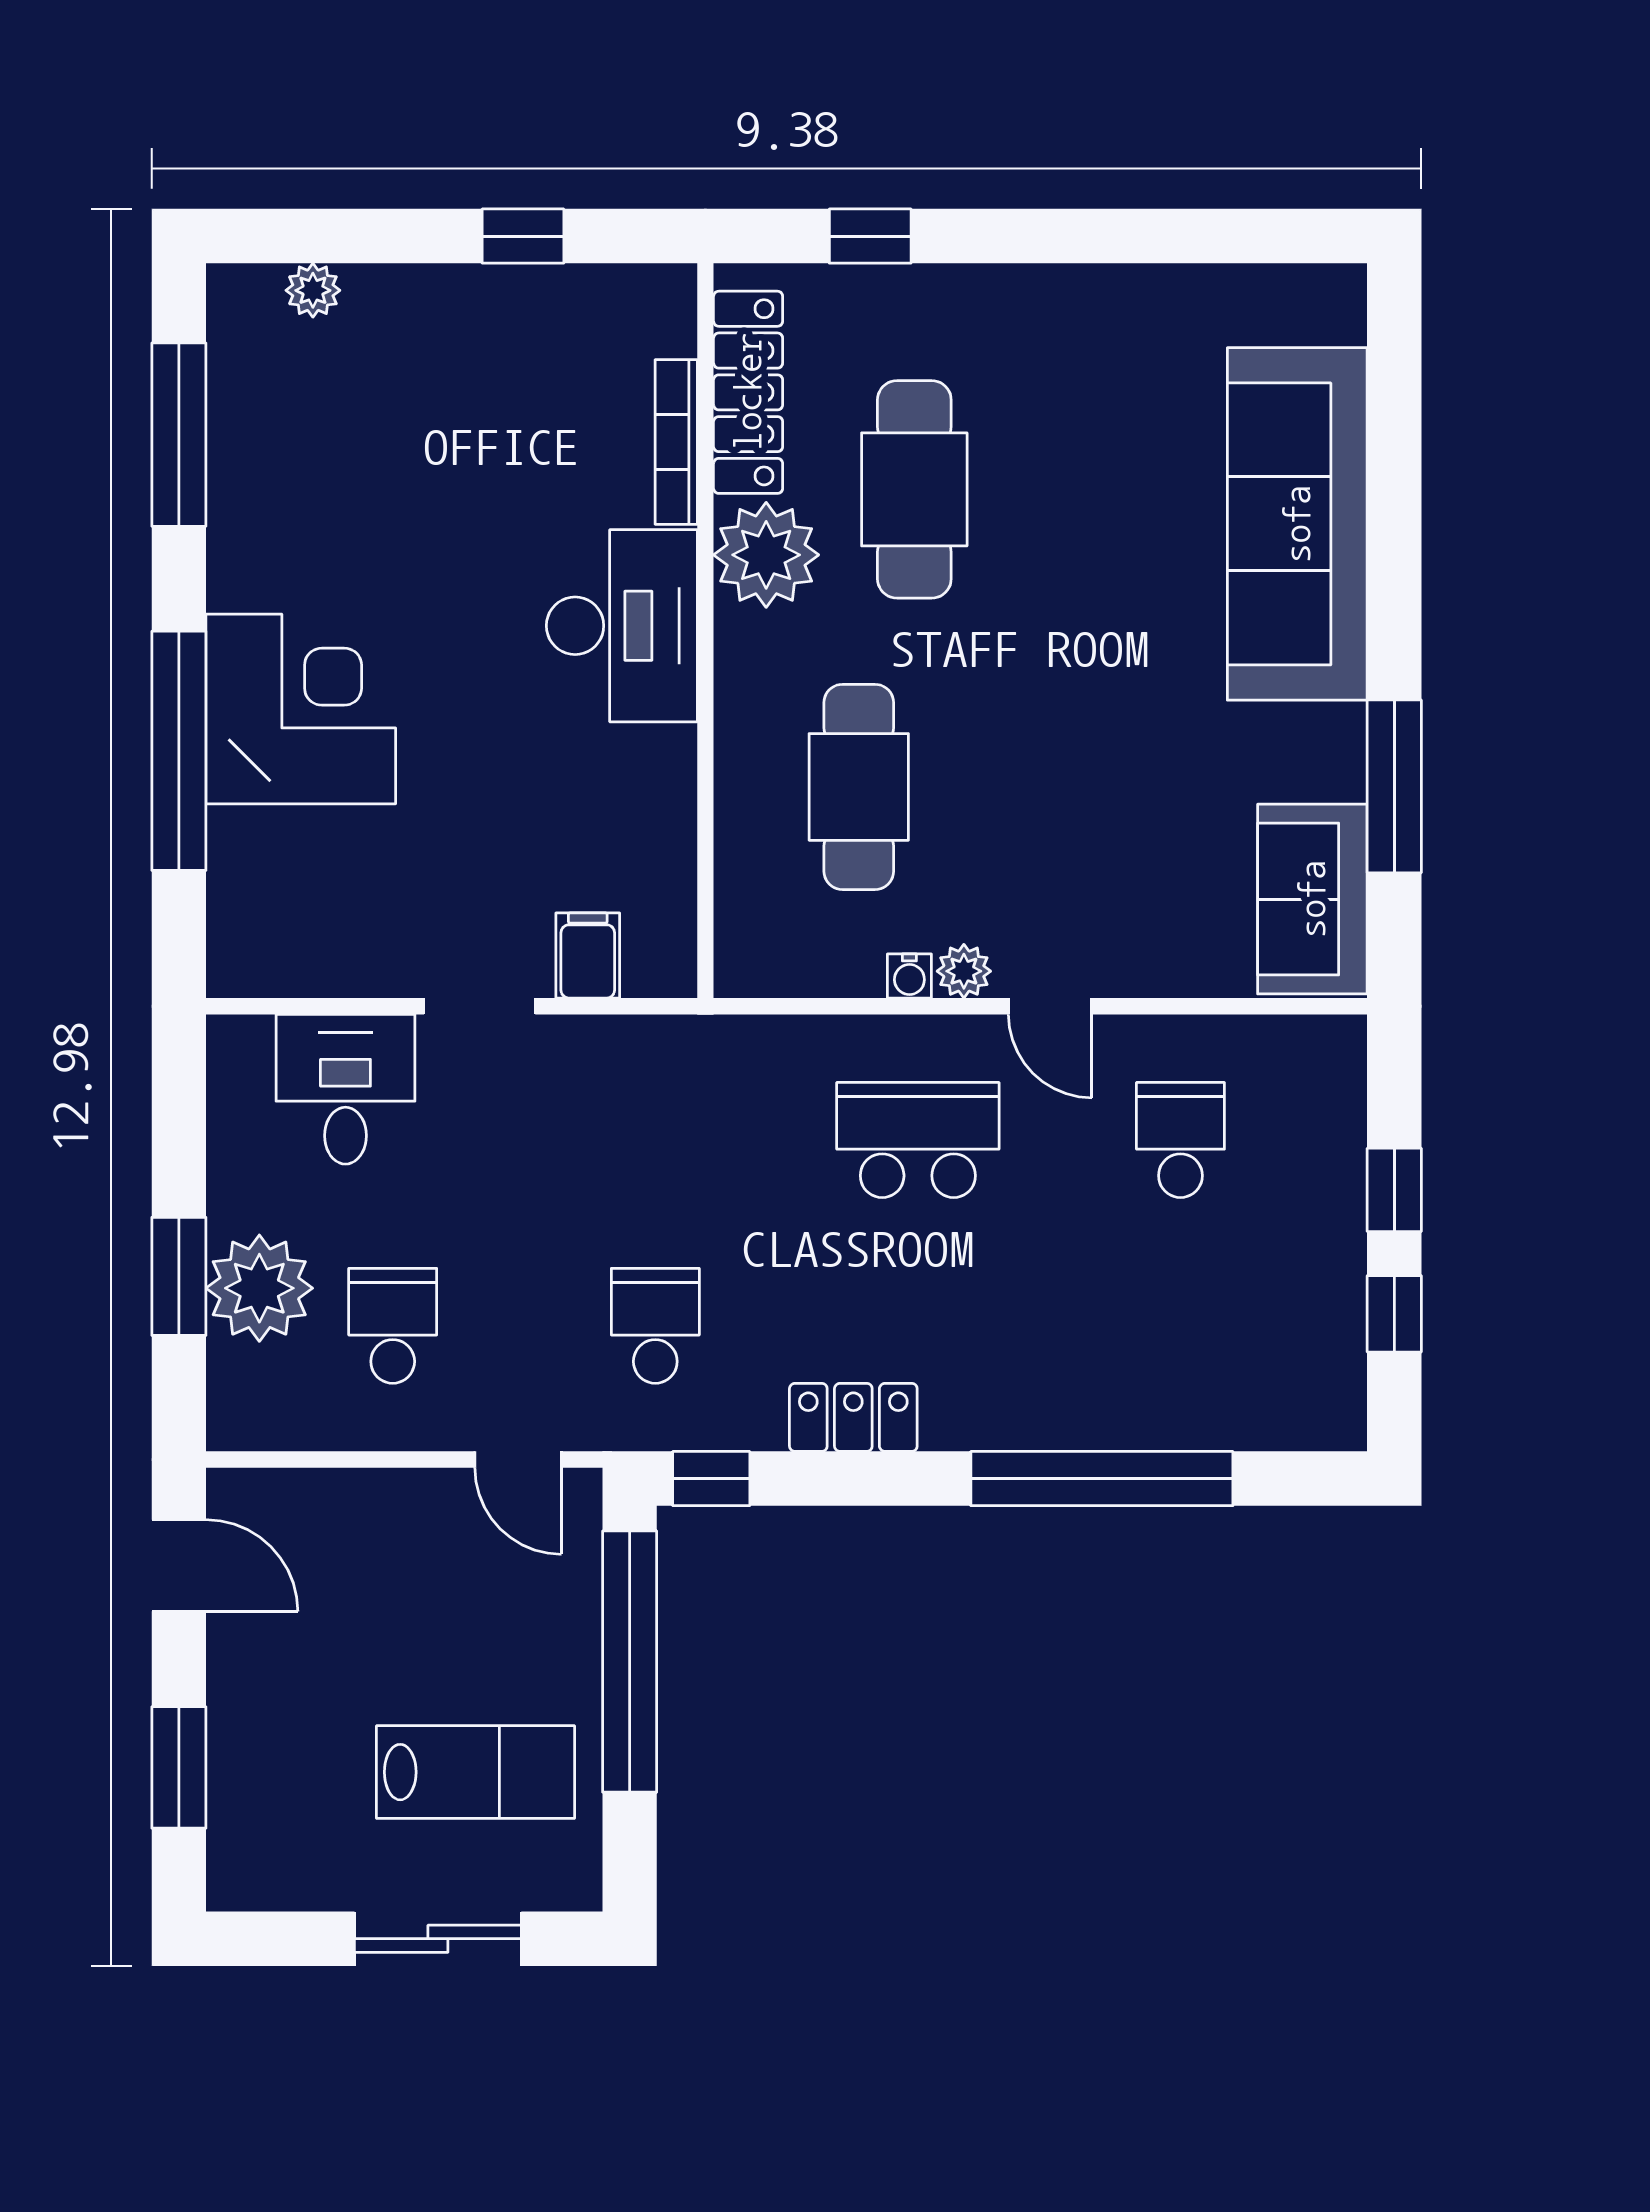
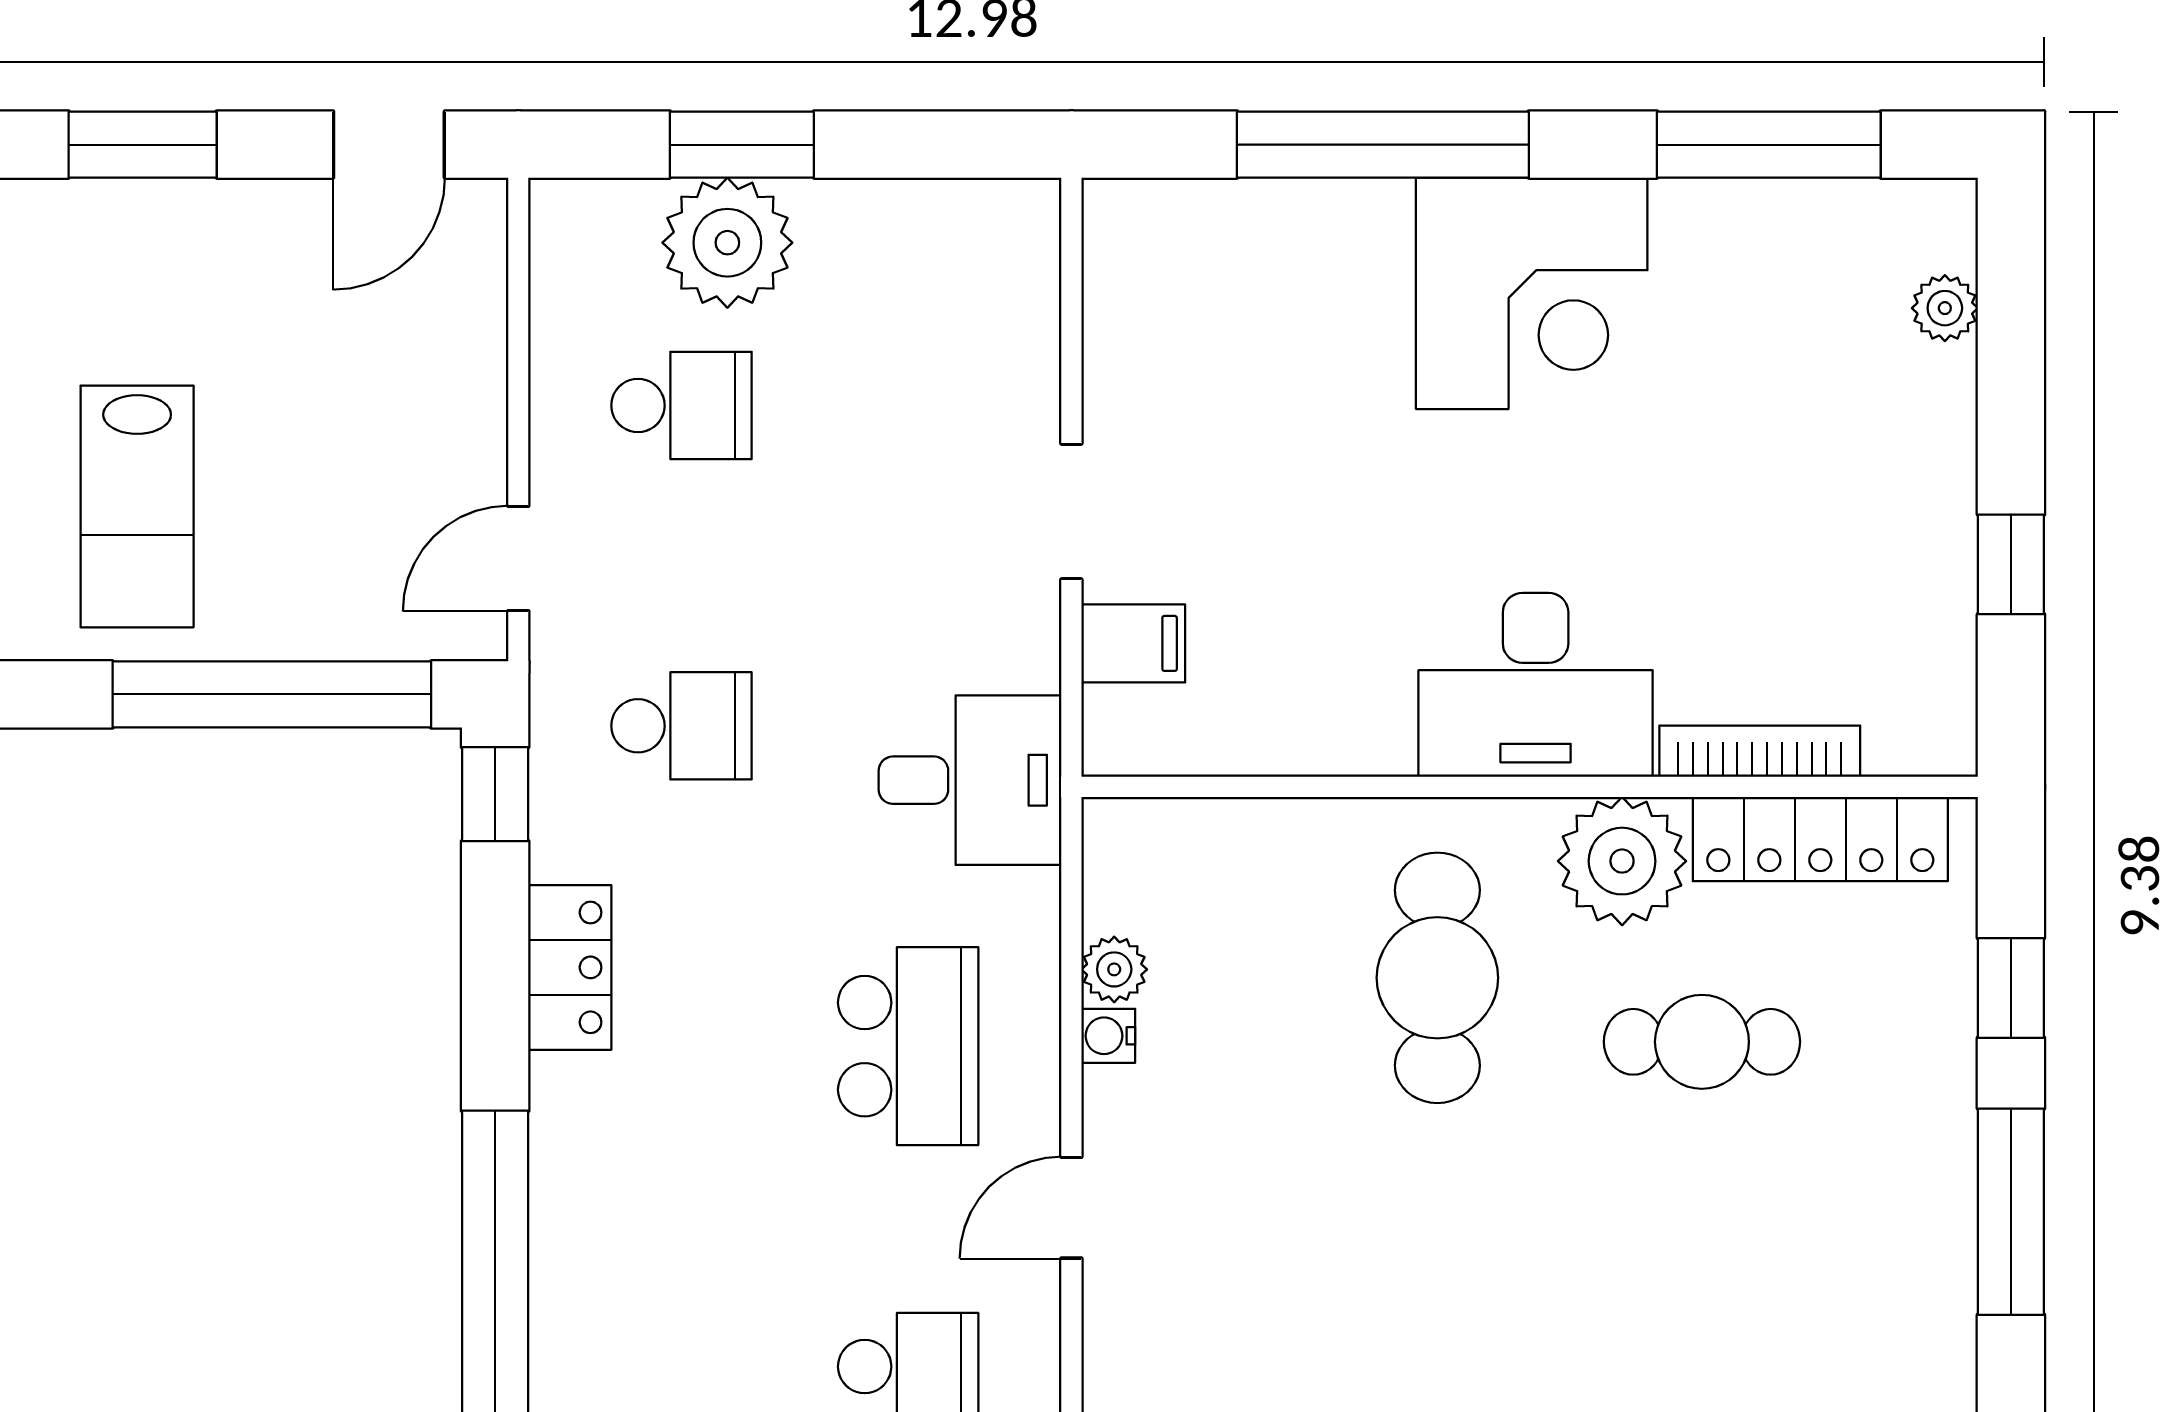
window: (1054, 236) -> (2011, 1212), added
cafe table: (914, 489) -> (1702, 1042), width x0.73, depth x0.74
corner desk: (301, 709) -> (1532, 293), moved
cafe table: (859, 787) -> (1437, 978), moved, turned 90
plant: (964, 971) -> (1114, 969), moved
desk: (345, 1089) -> (970, 780), moved

